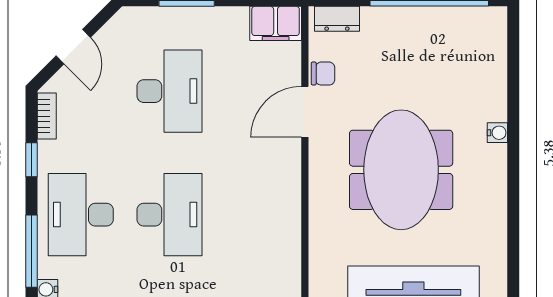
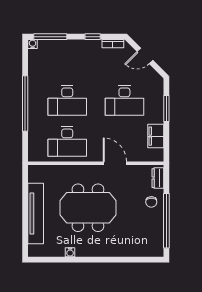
filing cabinet: (276, 23) -> (156, 136), moved
chair: (323, 74) -> (151, 202), moved
water cooler: (497, 133) -> (70, 252), moved
desk: (81, 215) -> (67, 141), moved, turned 180

